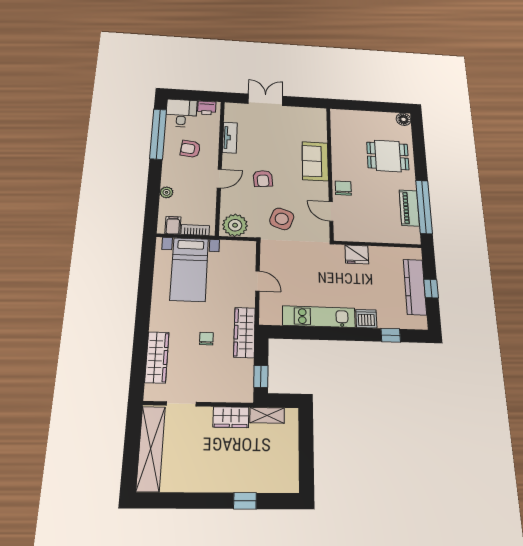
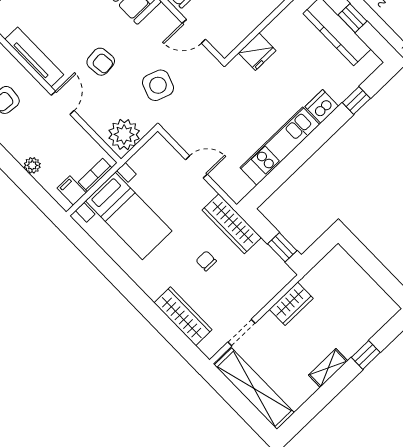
tv unit: (230, 138) -> (34, 57), width x1.41
shelving: (267, 415) -> (328, 368), moved

